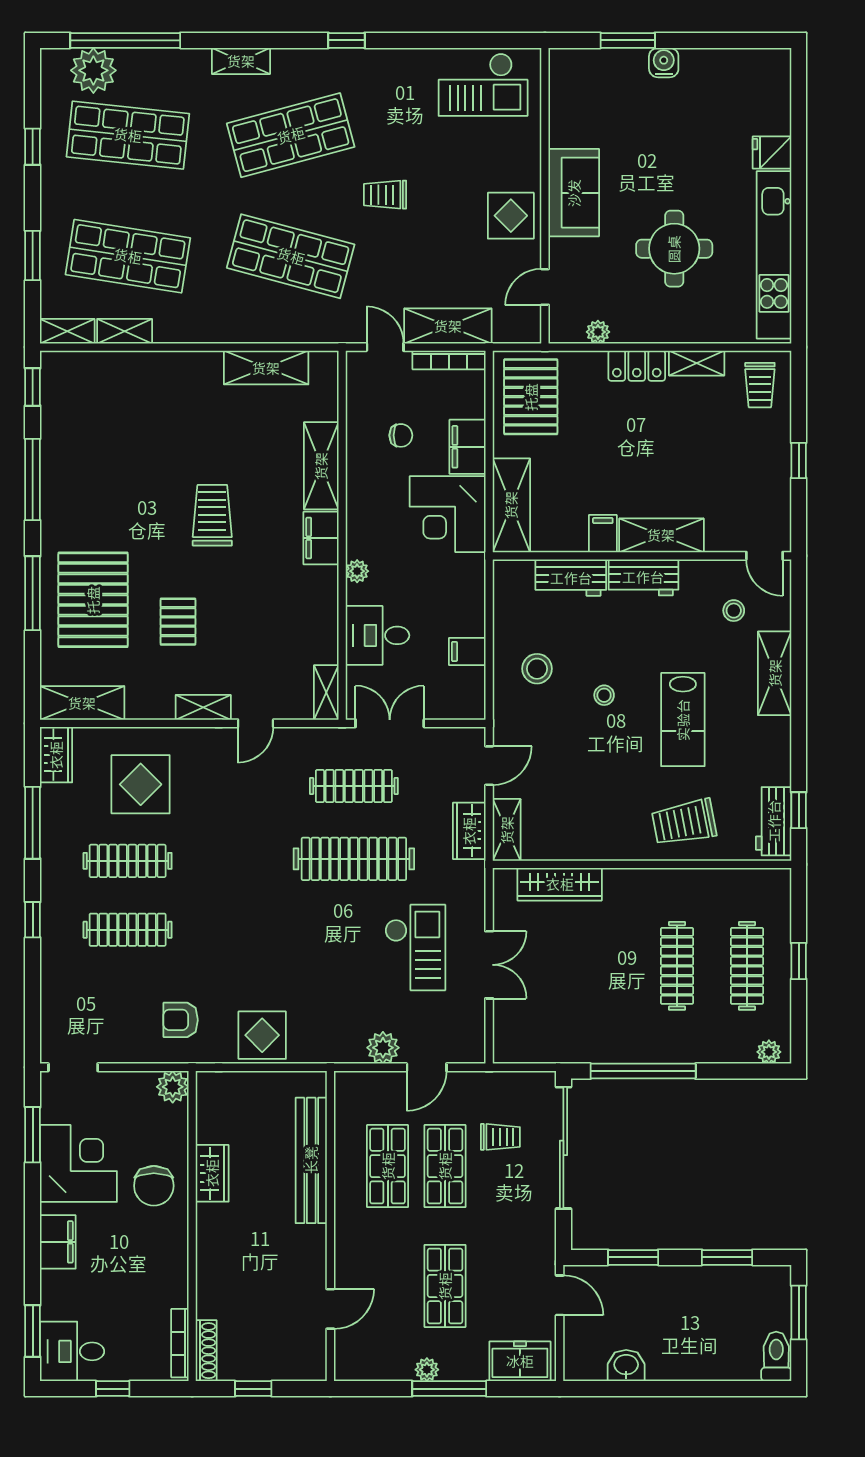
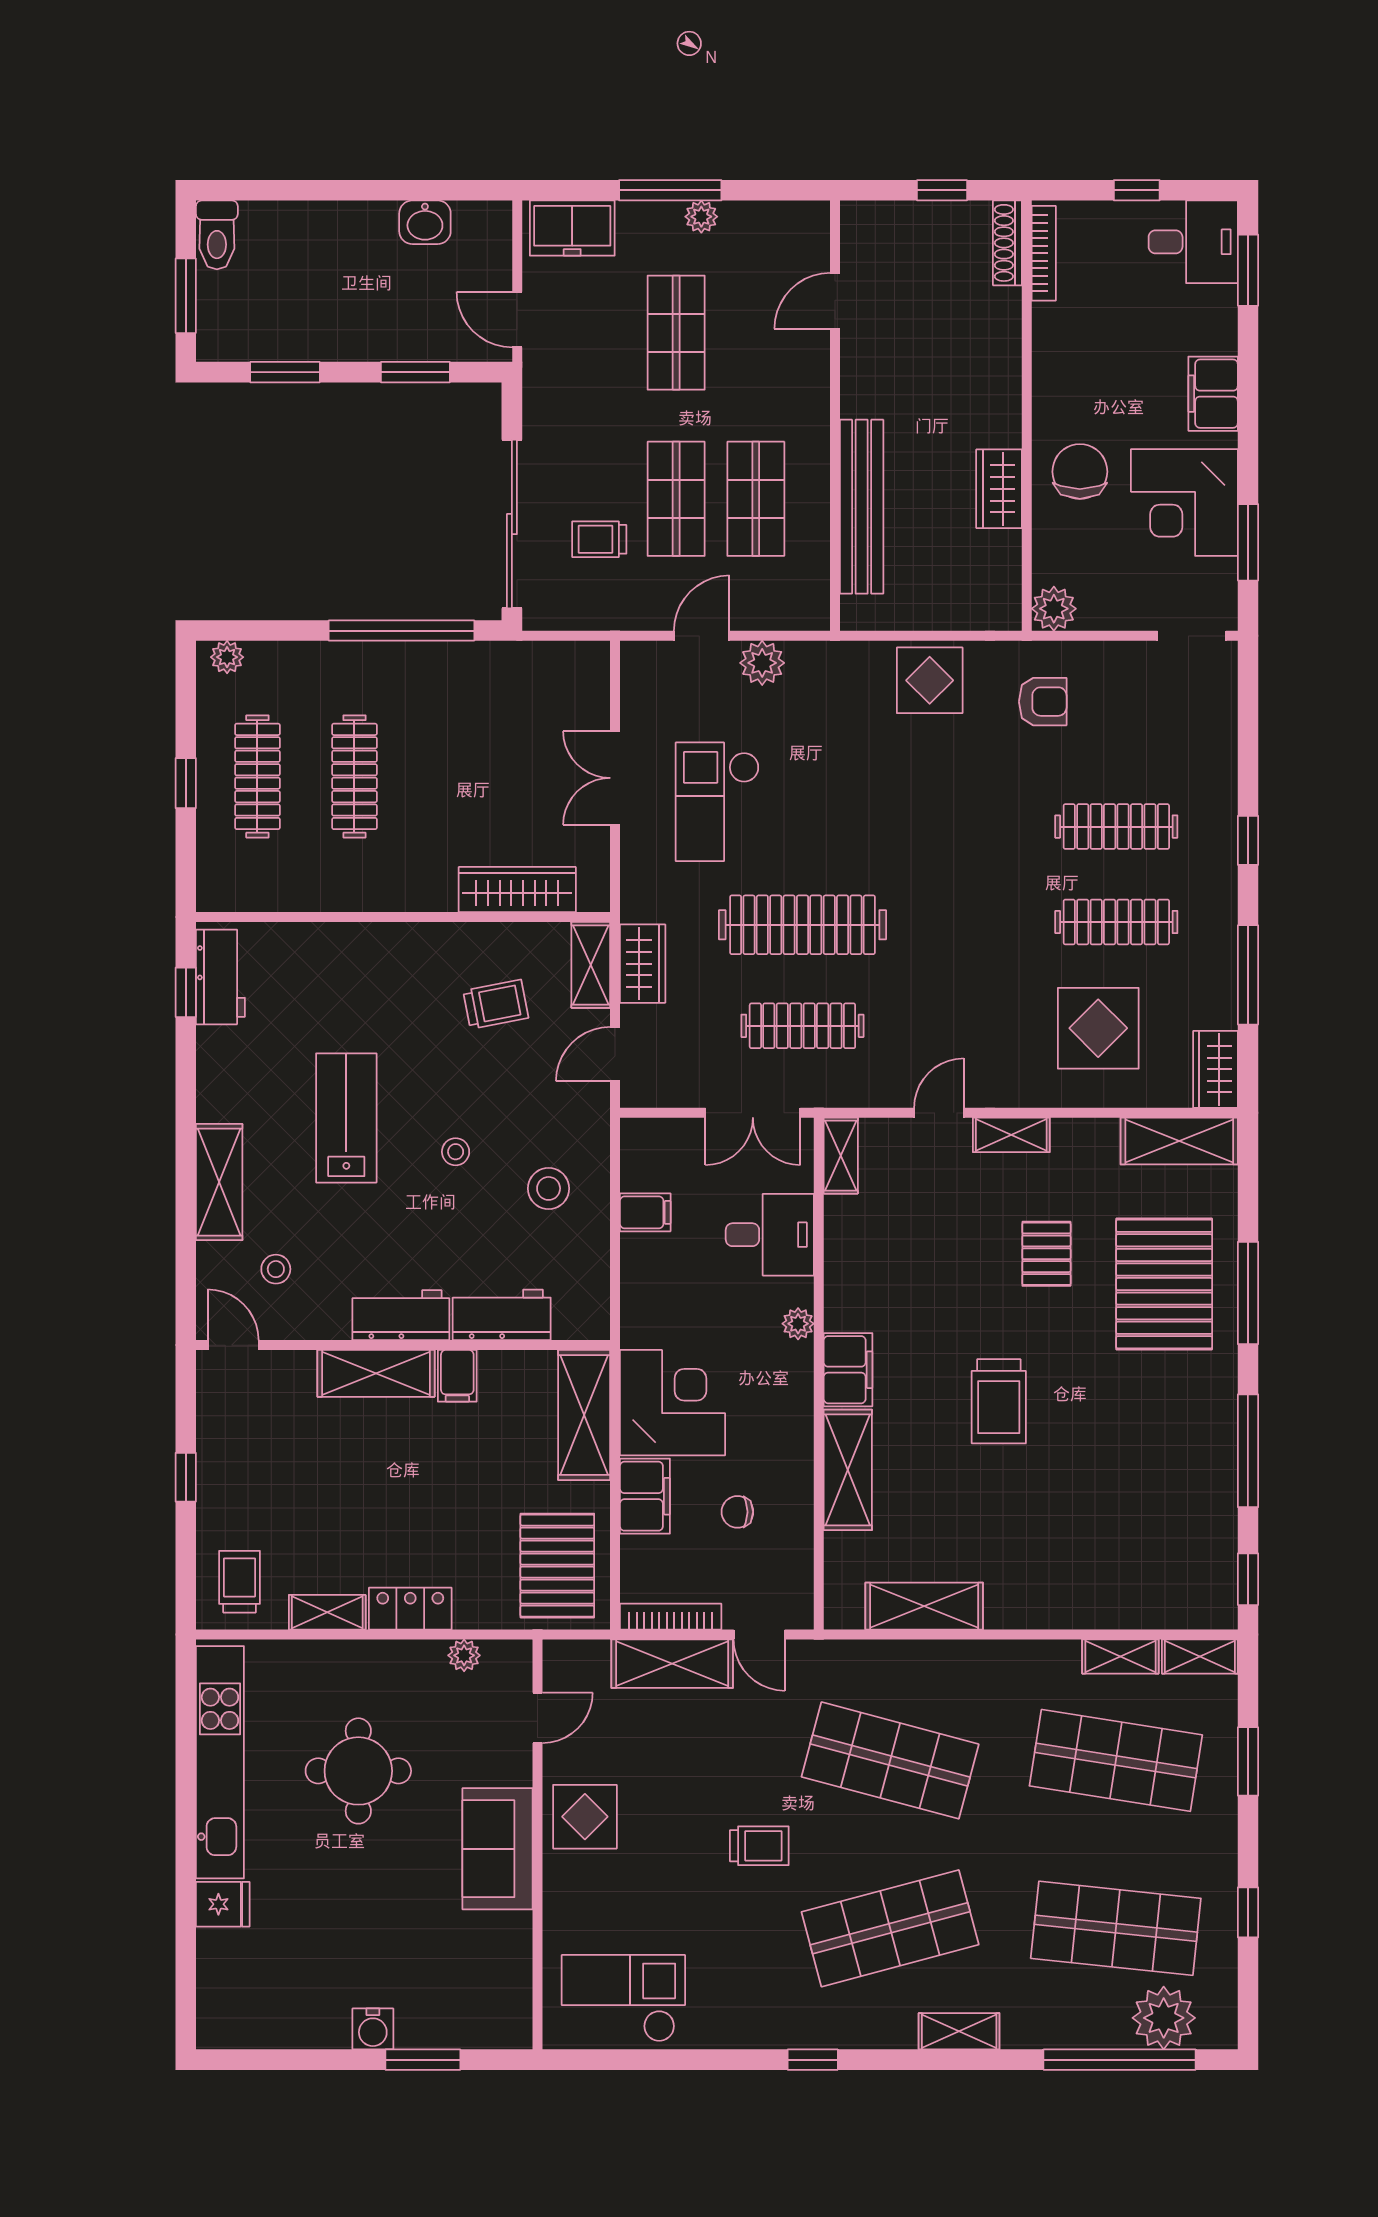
trolley: (684, 822) -> (496, 1004), moved, width x0.73, depth x0.72

